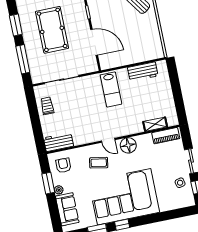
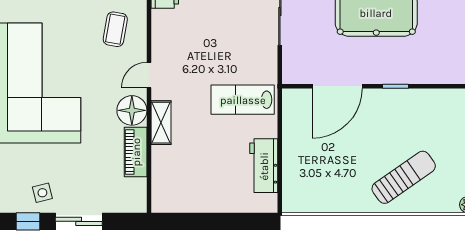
shelving: (155, 124) -> (161, 123), moved
piano: (166, 136) -> (136, 152), moved
coffee table: (99, 163) -> (115, 29), moved

